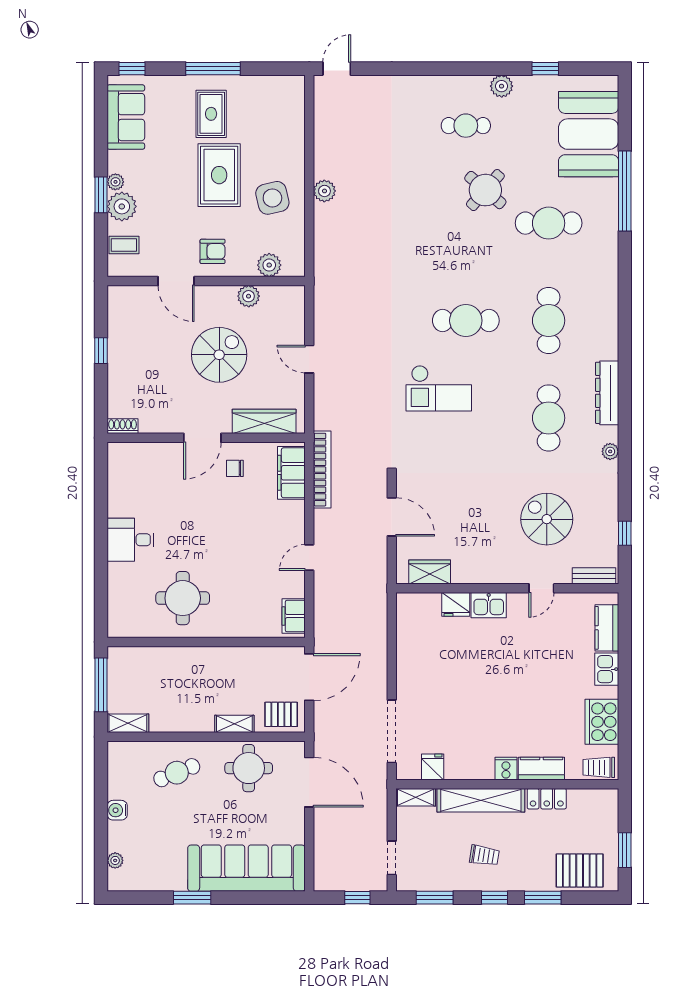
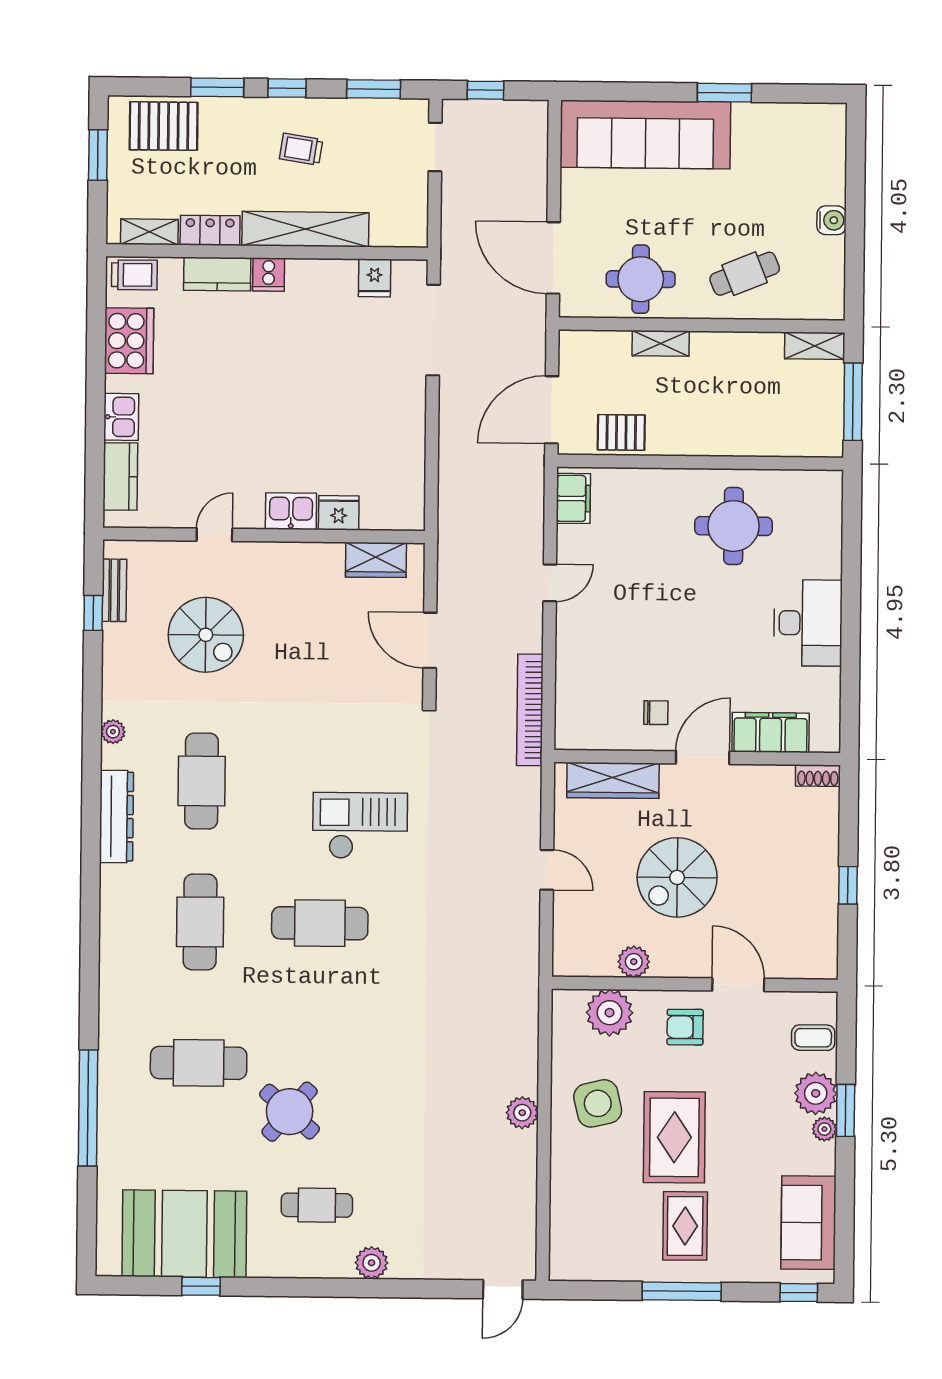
plant: (502, 86) -> (372, 1263), moved
booth: (589, 134) -> (184, 1234), moved, turned 90
plant: (269, 265) -> (610, 1013), width x1.36, depth x1.36
filing cabinet: (291, 473) -> (771, 732), moved, turned -90
desk: (131, 540) -> (808, 623), width x1.37
bench: (594, 576) -> (114, 590), moved, turned 90
pallet: (281, 714) -> (621, 432), moved
shelving: (416, 797) -> (149, 232), moved
plant: (115, 860) -> (835, 148), removed

